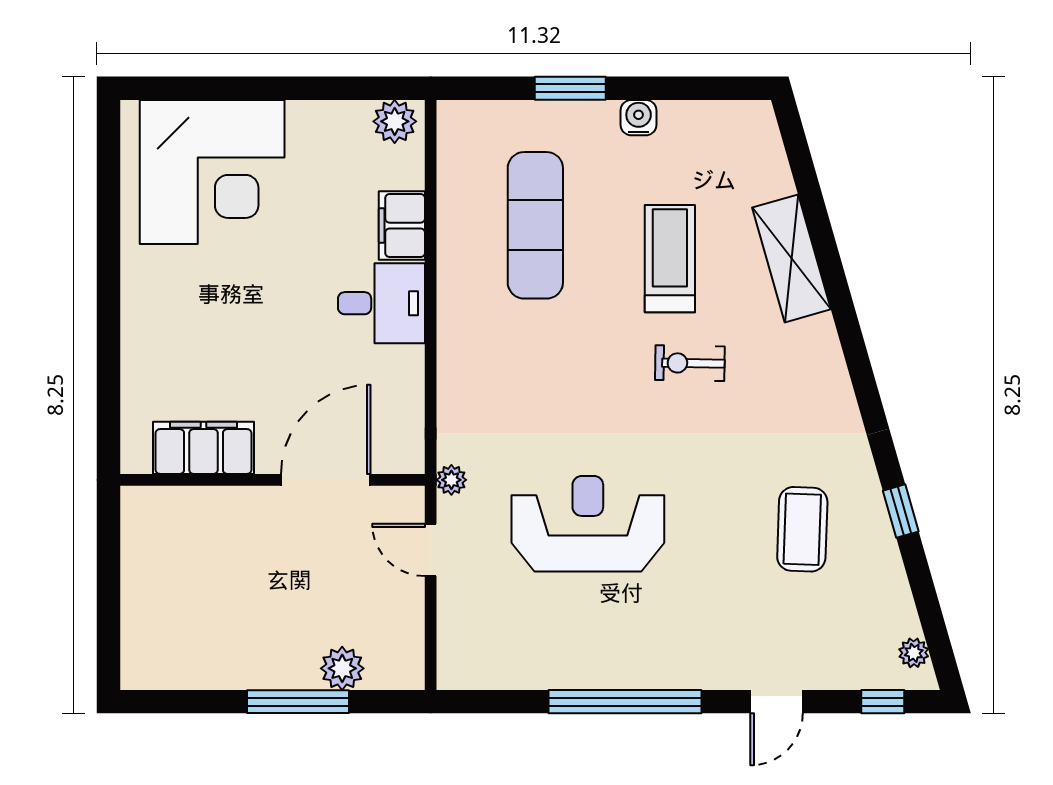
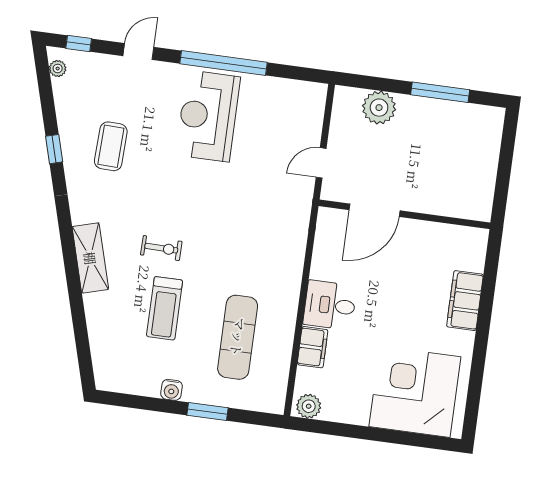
shelving: (791, 258) -> (90, 258), moved
filing cabinet: (203, 448) -> (465, 301), moved, turned 90
plant: (451, 480) -> (304, 201), removed
reception desk: (588, 524) -> (208, 116), moved, turned 90
door: (431, 550) -> (321, 163), swing flipped
plant: (342, 668) -> (379, 108), width x1.36, depth x1.36
window: (298, 702) -> (440, 92), moved

